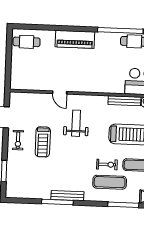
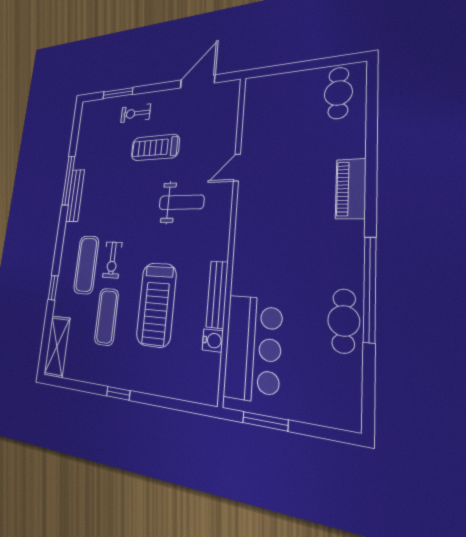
piano: (75, 39) -> (351, 189), width x0.73, depth x0.75
exercise bike: (18, 140) -> (136, 113), moved
window: (123, 205) -> (53, 288), width x0.46

